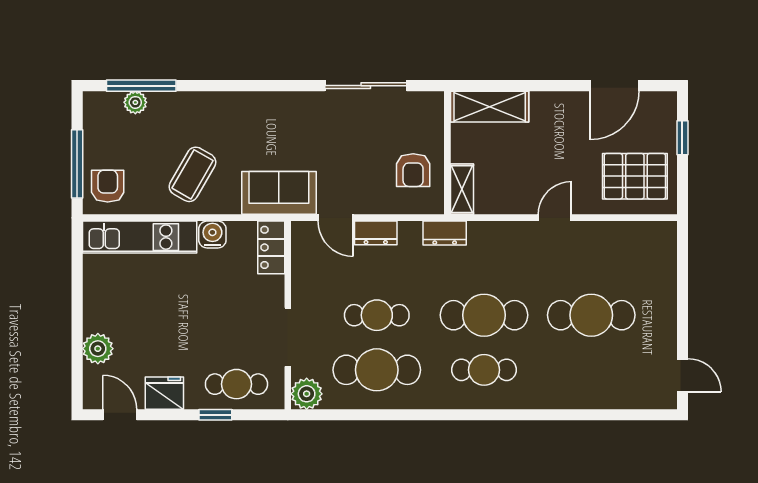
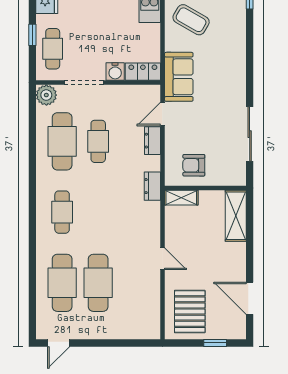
water cooler: (212, 235) -> (115, 72), moved, turned 90
cafe table: (484, 315) -> (62, 283), moved

